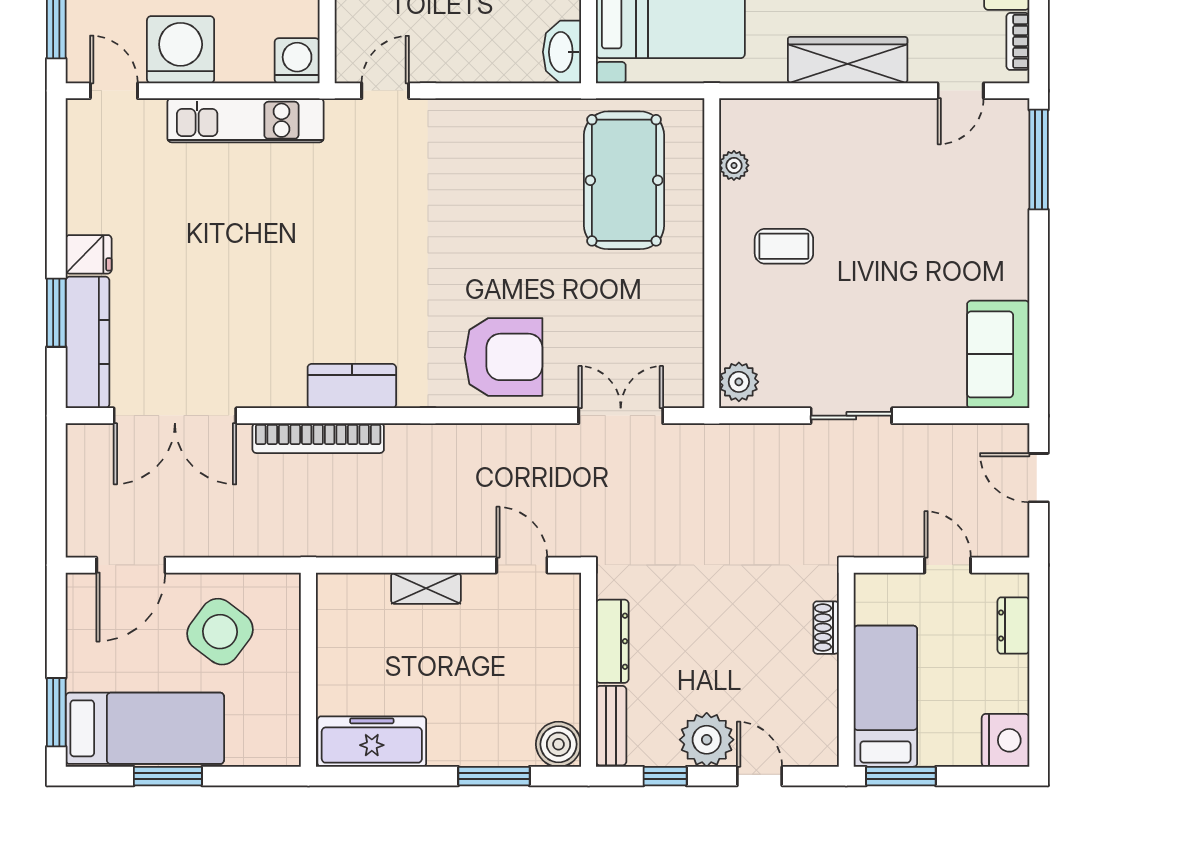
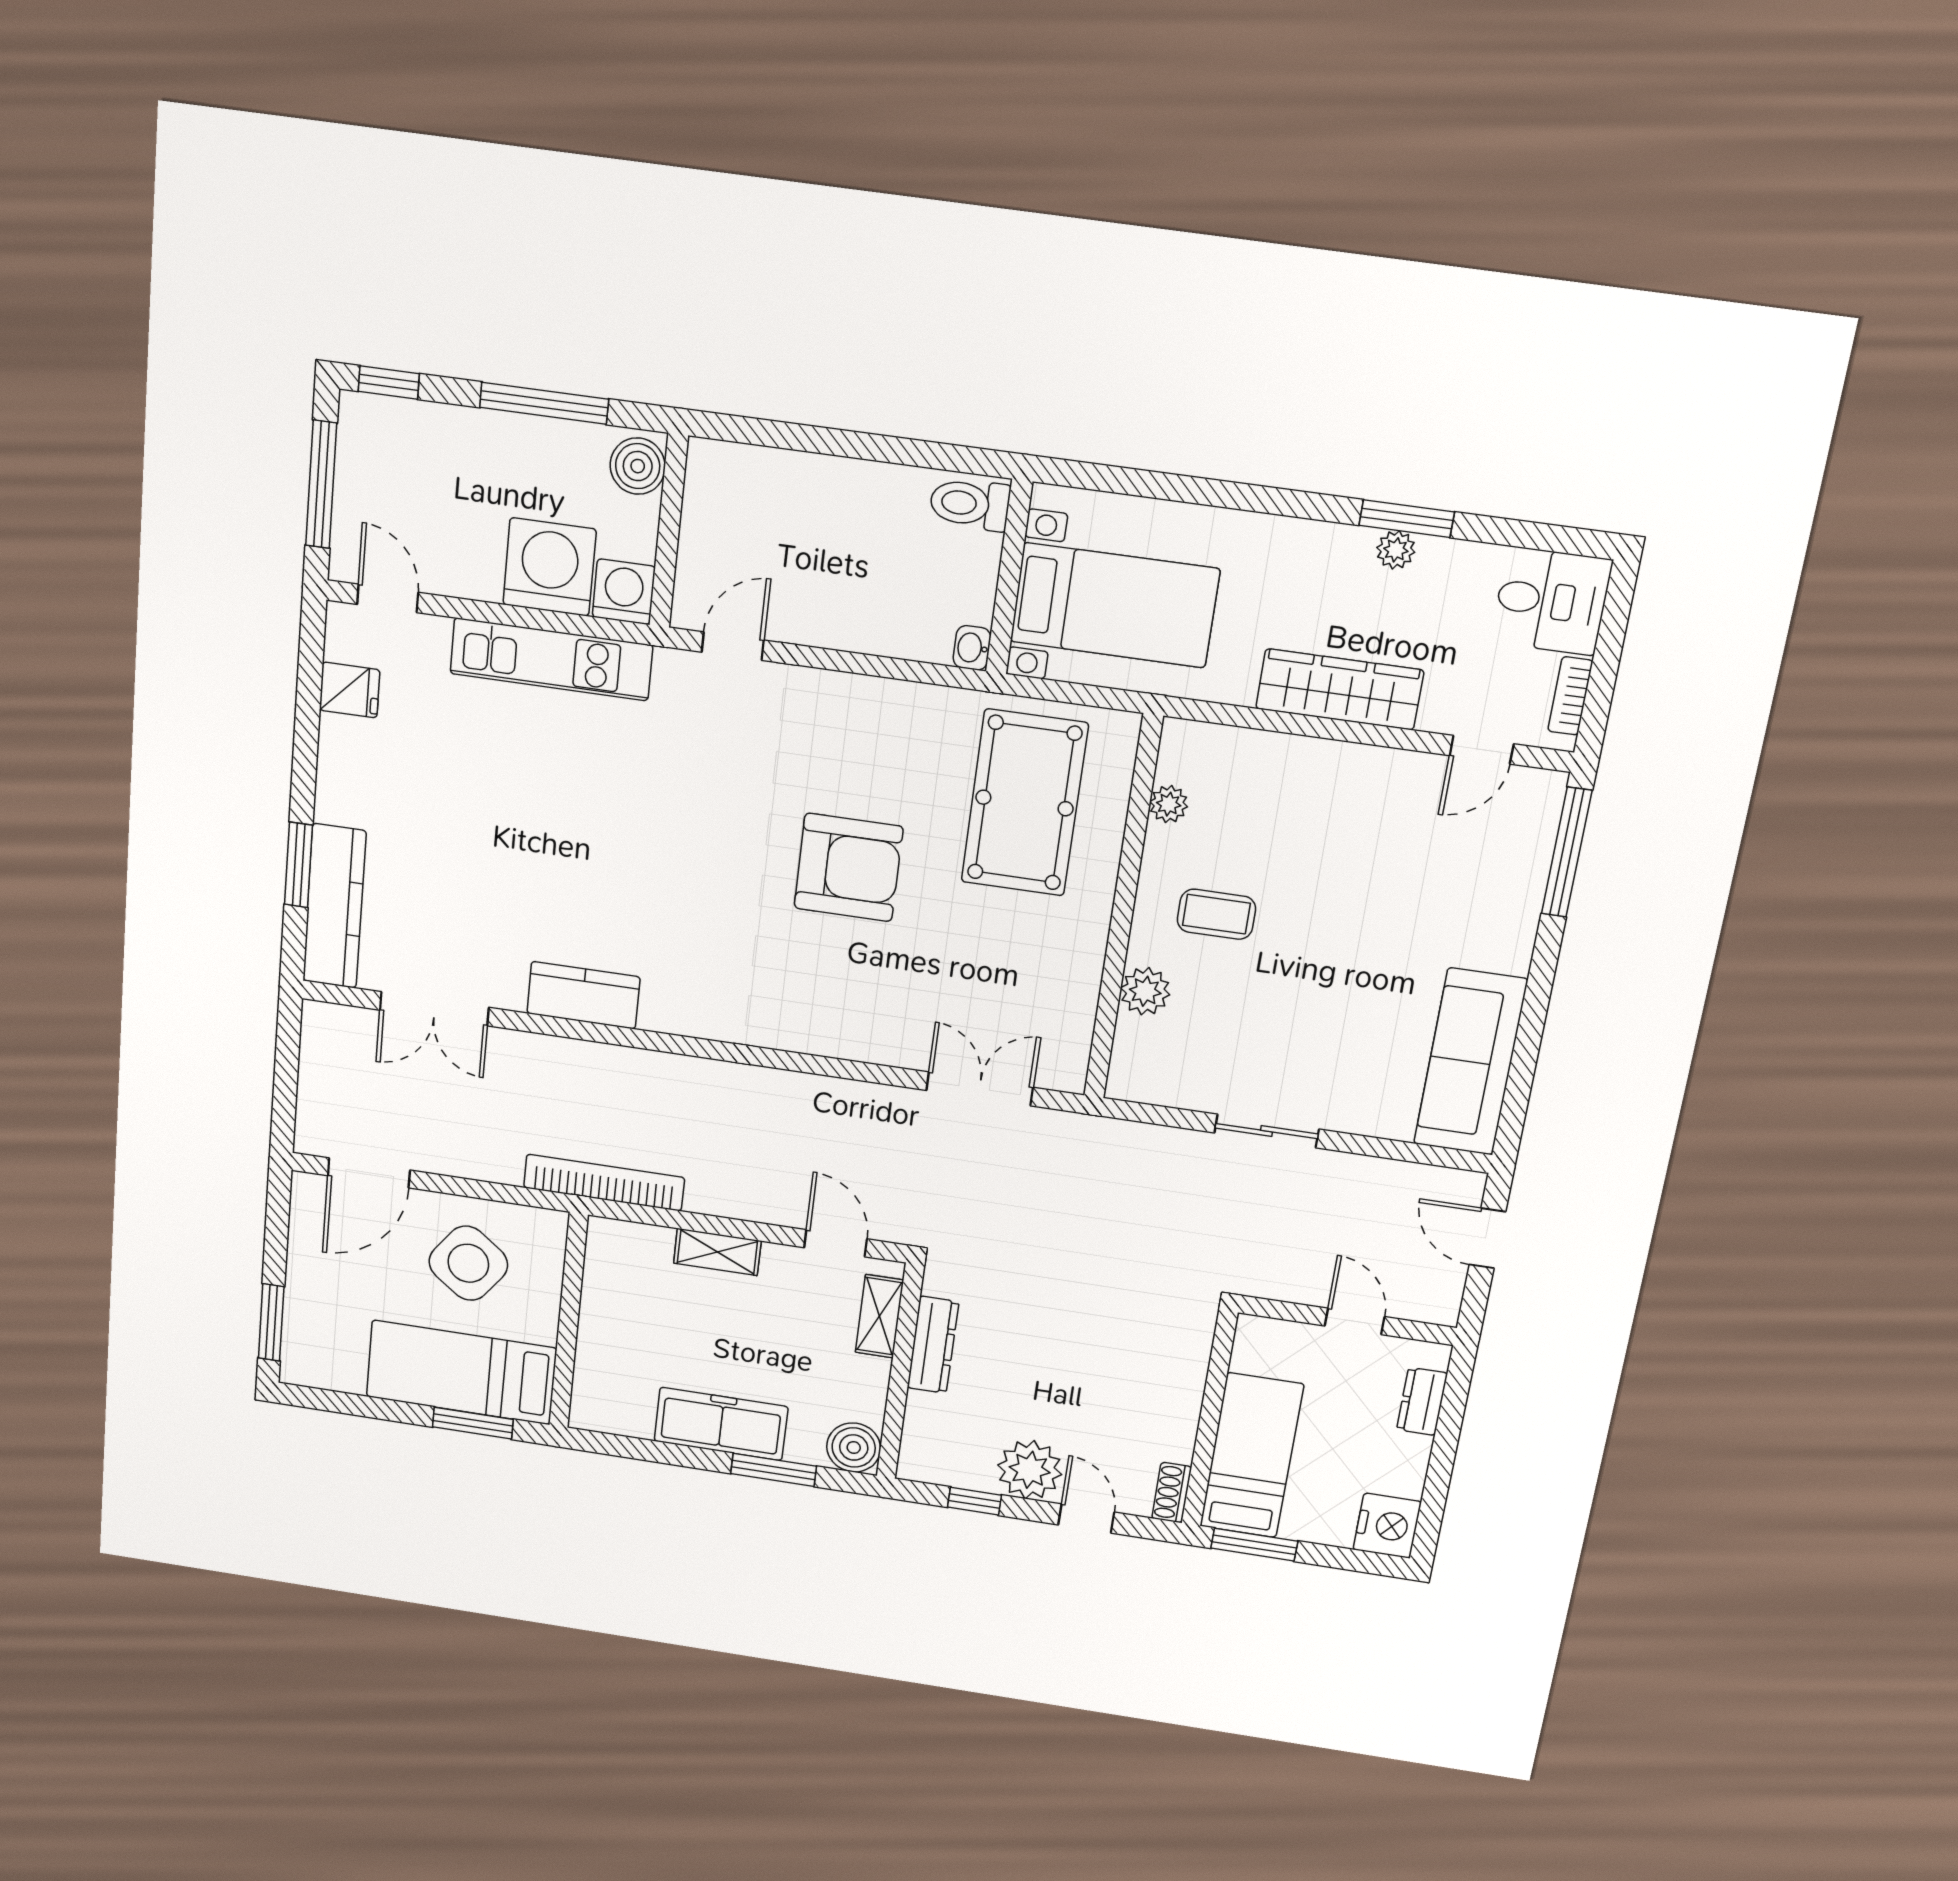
washing machine: (181, 50) -> (549, 567), moved
washbasin: (562, 52) -> (972, 648), width x0.52, depth x0.69
fridge: (89, 254) -> (350, 690), moved
sofa: (998, 354) -> (1470, 1062), width x1.36
armchair: (504, 357) -> (848, 867), moved
plant: (739, 382) -> (1145, 991), moved
kitchen counter: (352, 386) -> (583, 995), moved
double door: (175, 416) -> (434, 1009), width x0.73
bookcase: (318, 438) -> (604, 1183), moved, turned 180
shelving: (565, 623) -> (879, 1316), added
shoe rack: (826, 628) -> (1172, 1493), moved
bench: (611, 726) -> (919, 1437), removed
bed: (145, 728) -> (461, 1372), moved, turned 180
freezer: (372, 742) -> (721, 1424), moved
window: (168, 776) -> (473, 1423), moved

